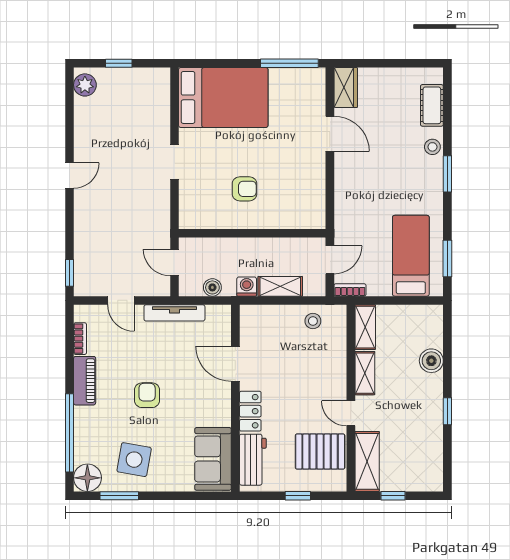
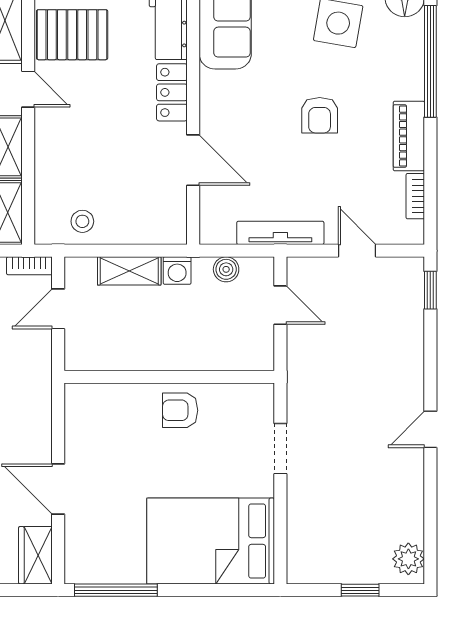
wall: (252, 233) -> (169, 377), moved

